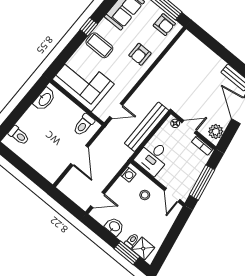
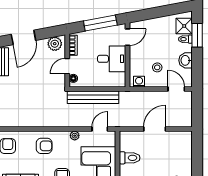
plant: (128, 86) -> (75, 136), added
door: (116, 111) -> (100, 129), hinge flipped
toilet: (84, 125) -> (130, 158), moved
door: (189, 127) -> (67, 66), hinge flipped
desk: (153, 157) -> (112, 59), moved
stool: (145, 195) -> (157, 67), moved

